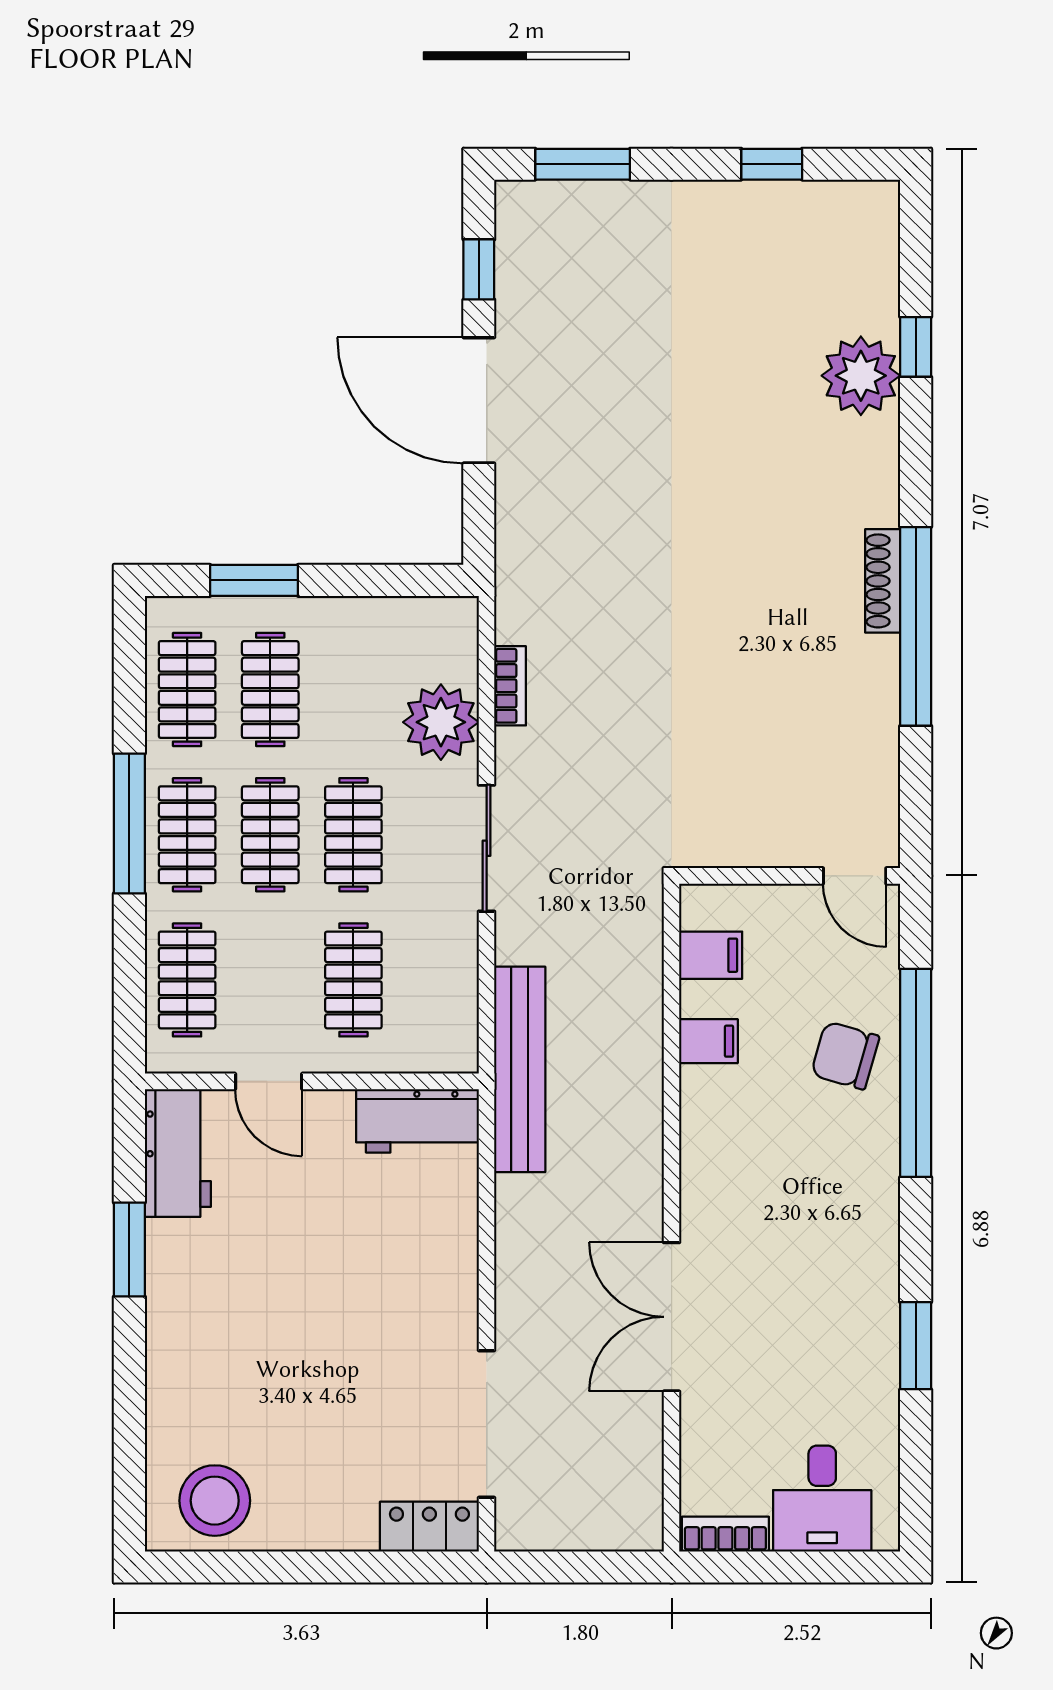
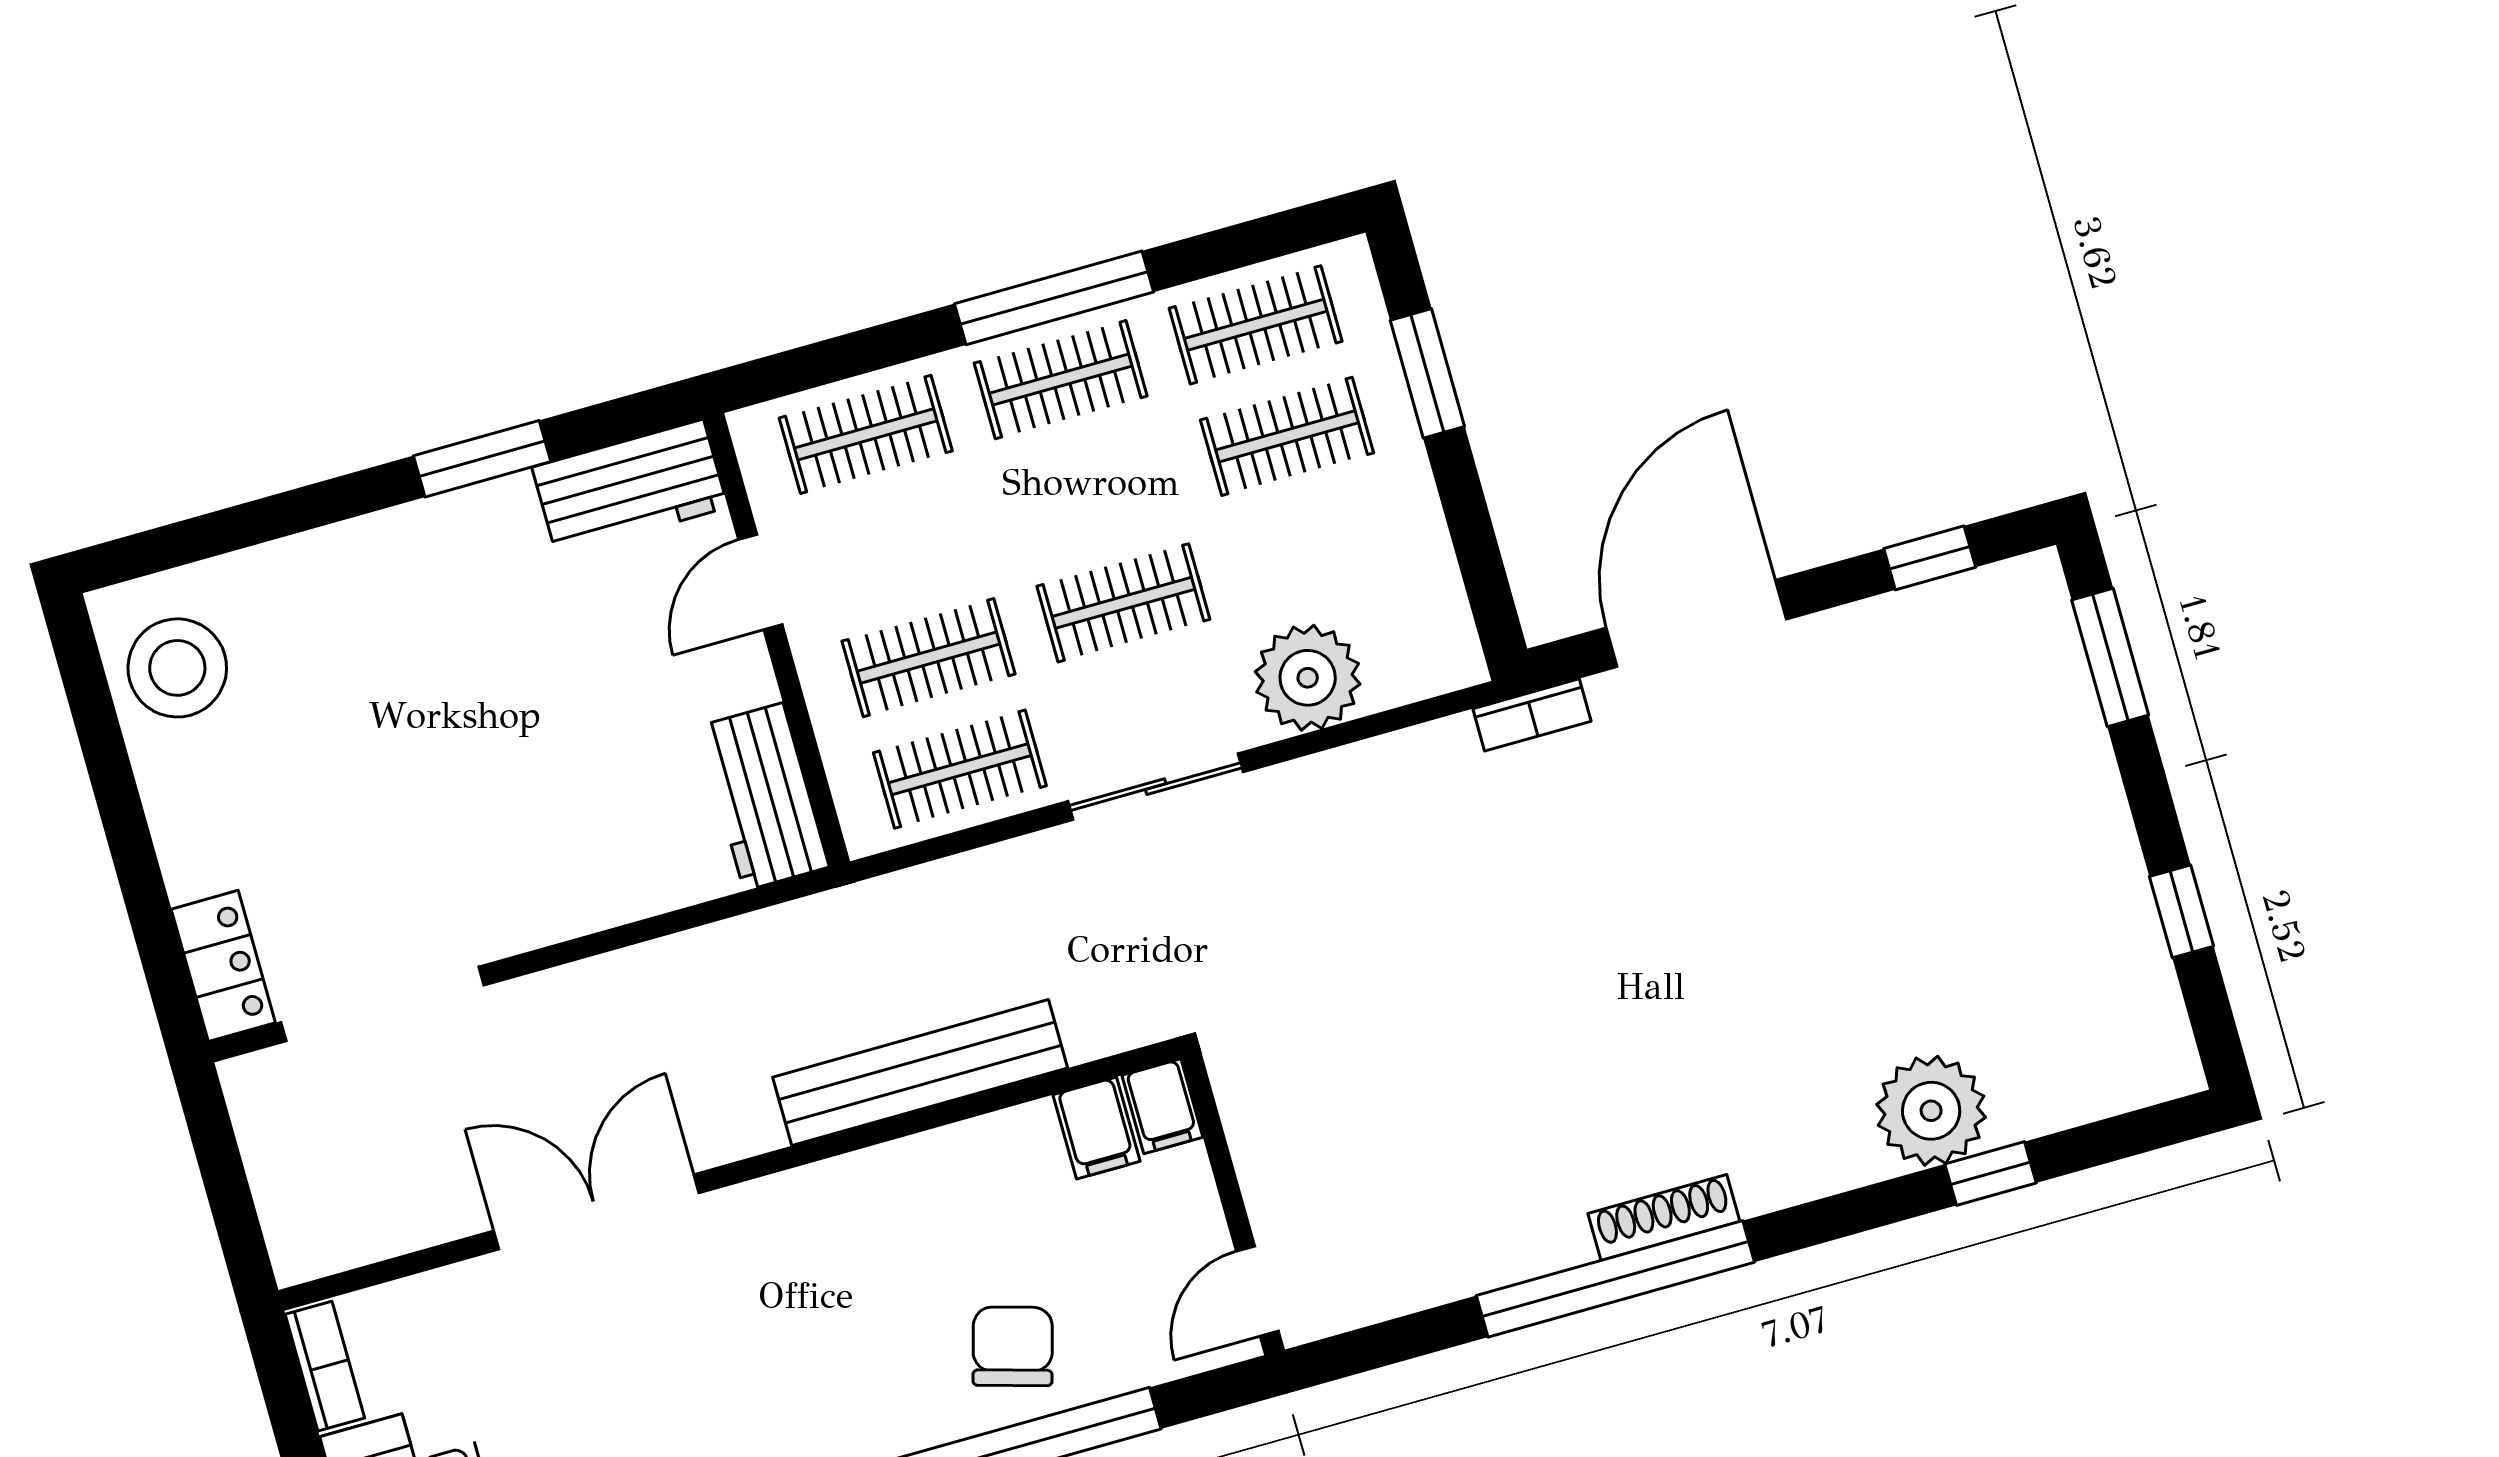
door: (479, 400) -> (1696, 623), moved
bookcase: (510, 686) -> (1532, 715), moved
clothes rail: (270, 835) -> (960, 769), moved
filing cabinet: (709, 1041) -> (1162, 1106), moved
bench: (520, 1069) -> (920, 1073), moved

